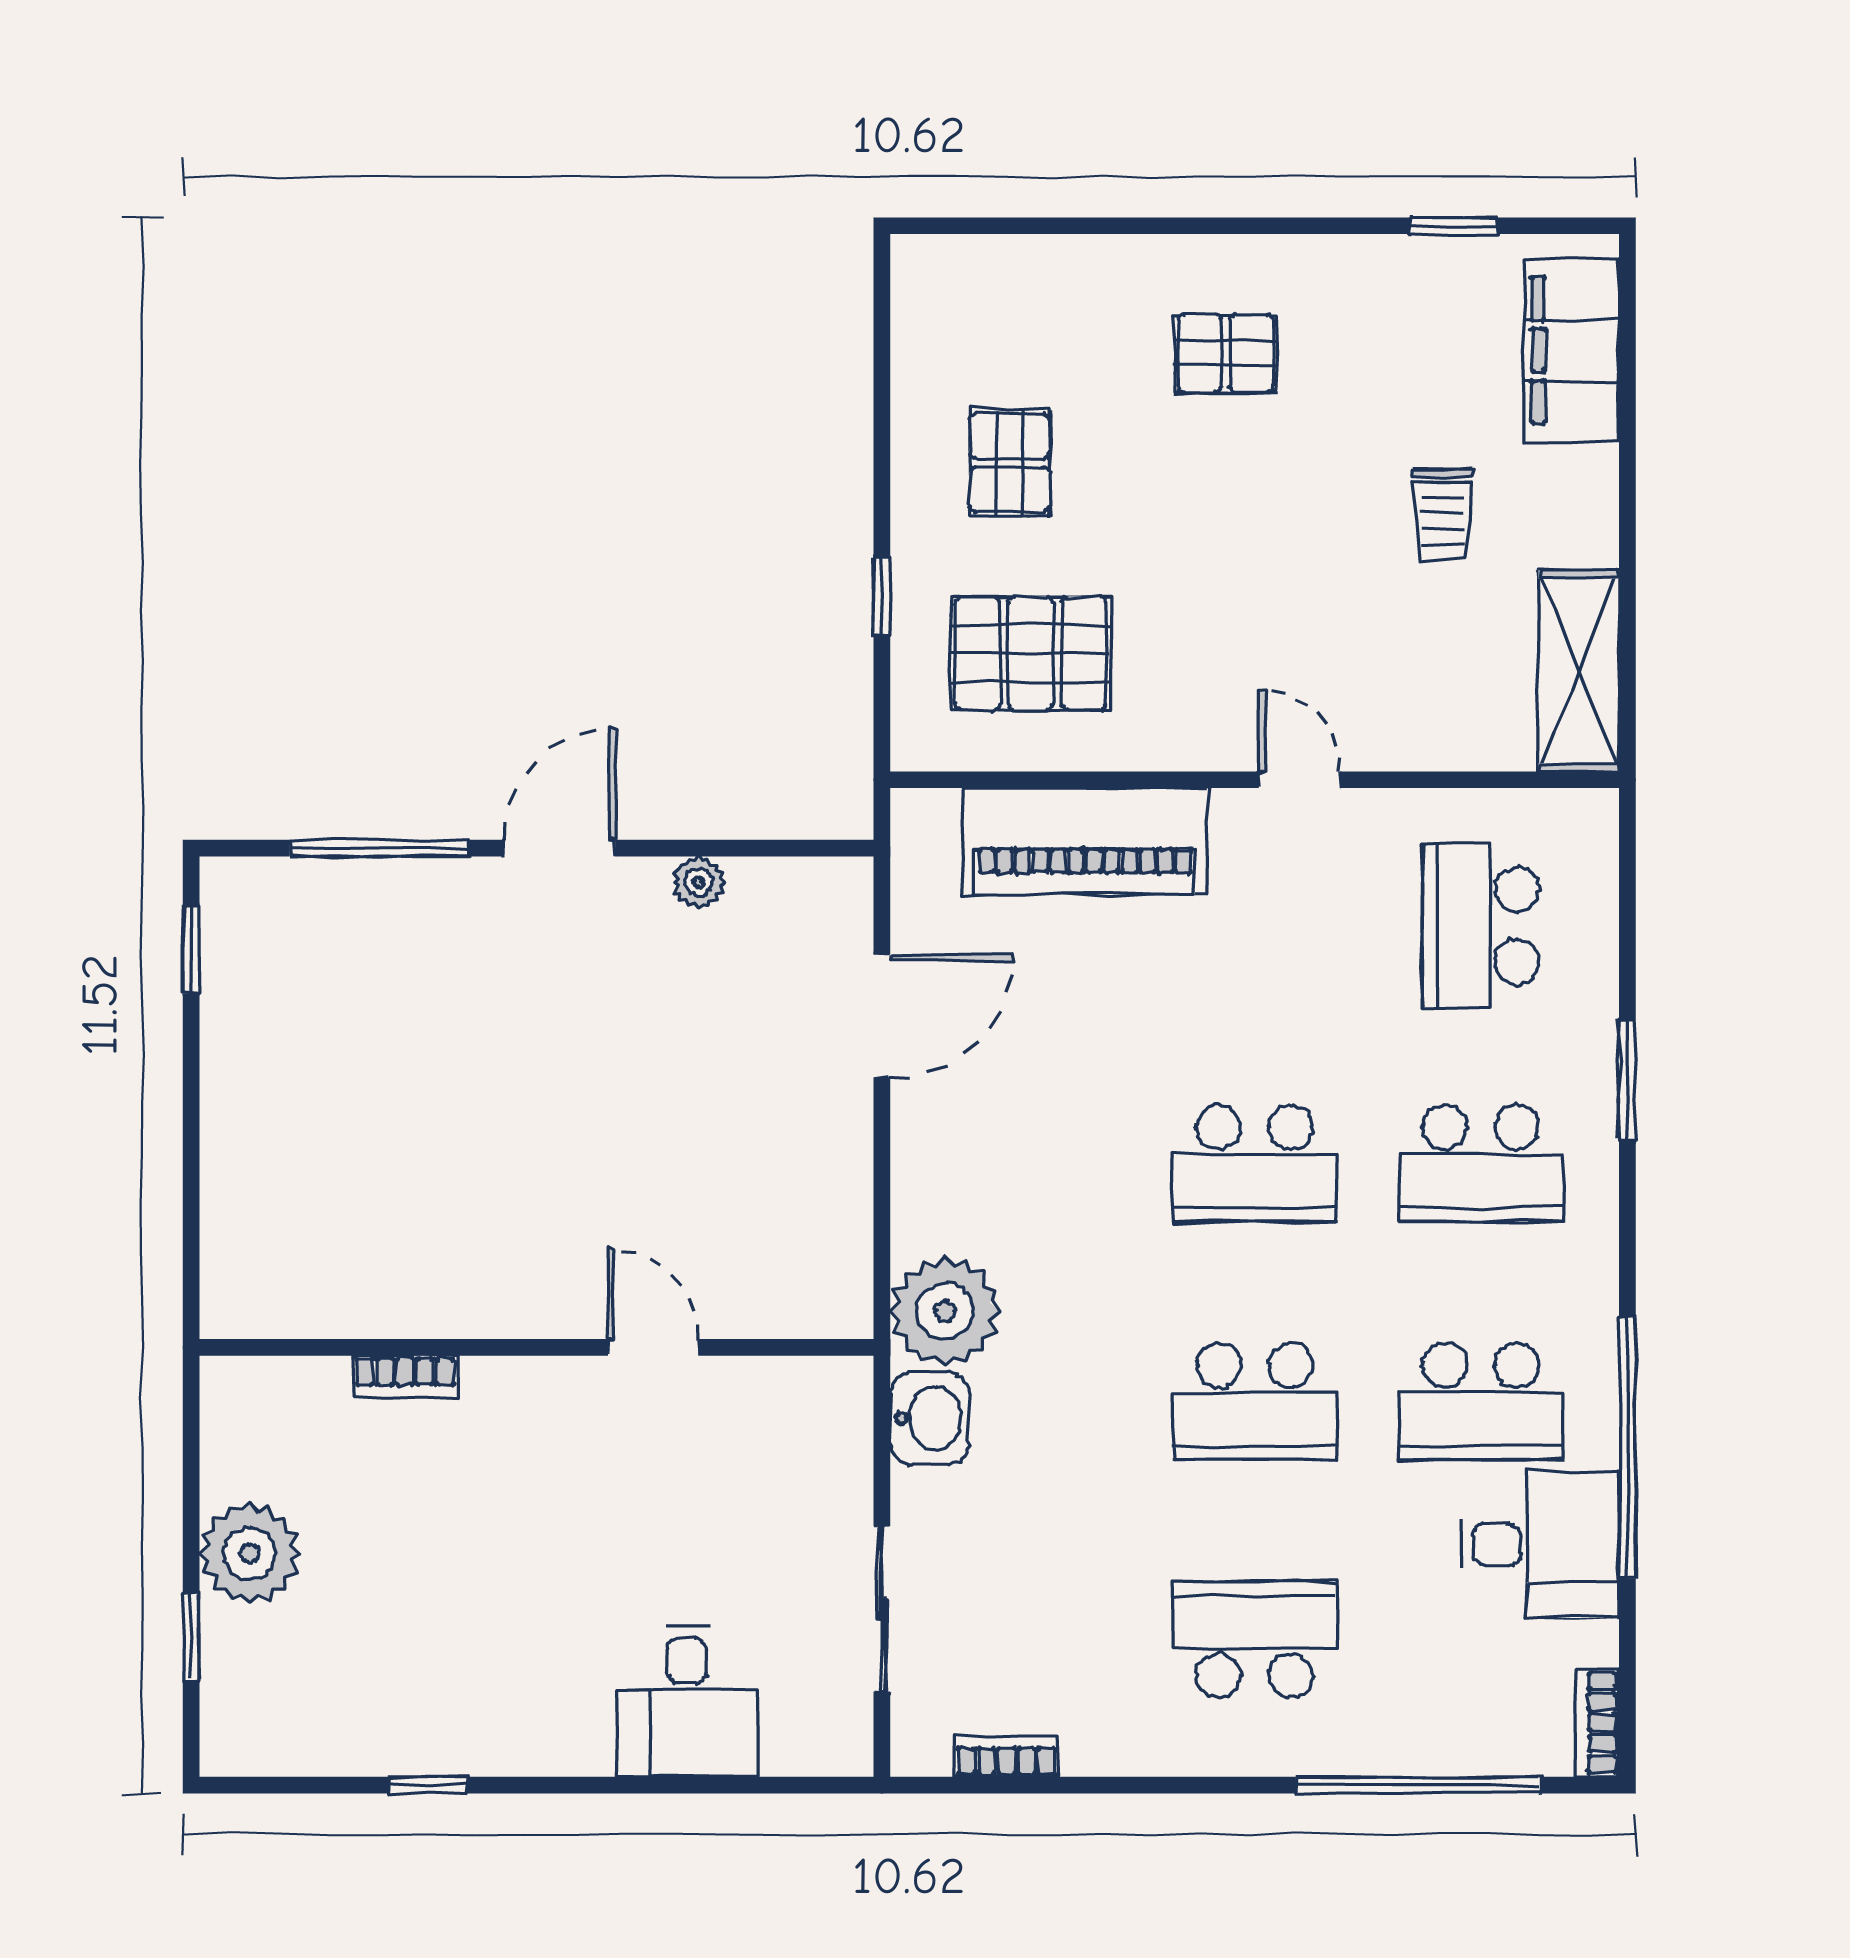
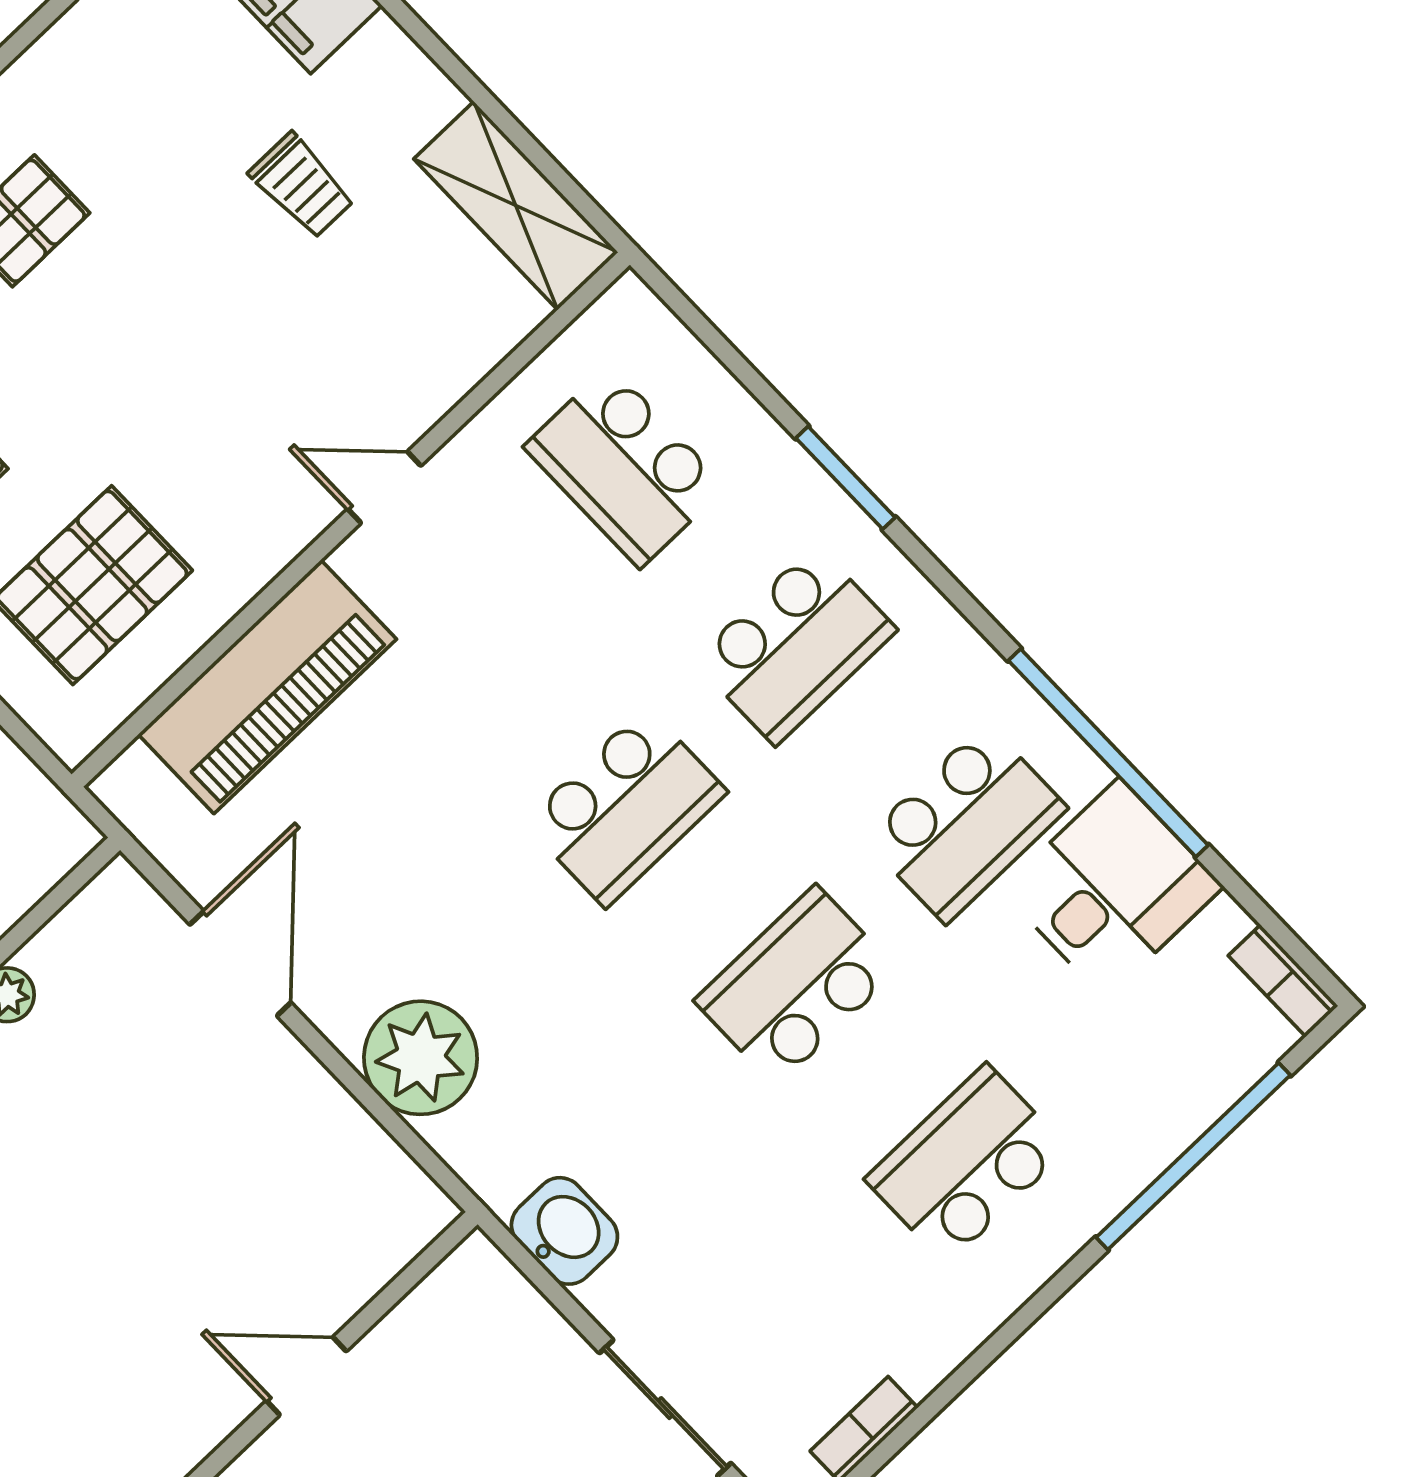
plant: (945, 1311) -> (421, 1058), moved
school desk: (1255, 1401) -> (796, 986), turned 180

